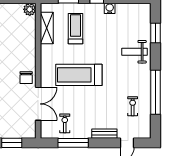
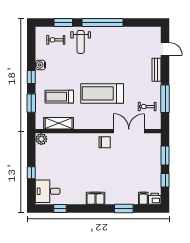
treadmill: (79, 75) -> (102, 93), turned 90
window: (156, 92) -> (102, 22), moved
exercise bike: (133, 106) -> (56, 40), moved

